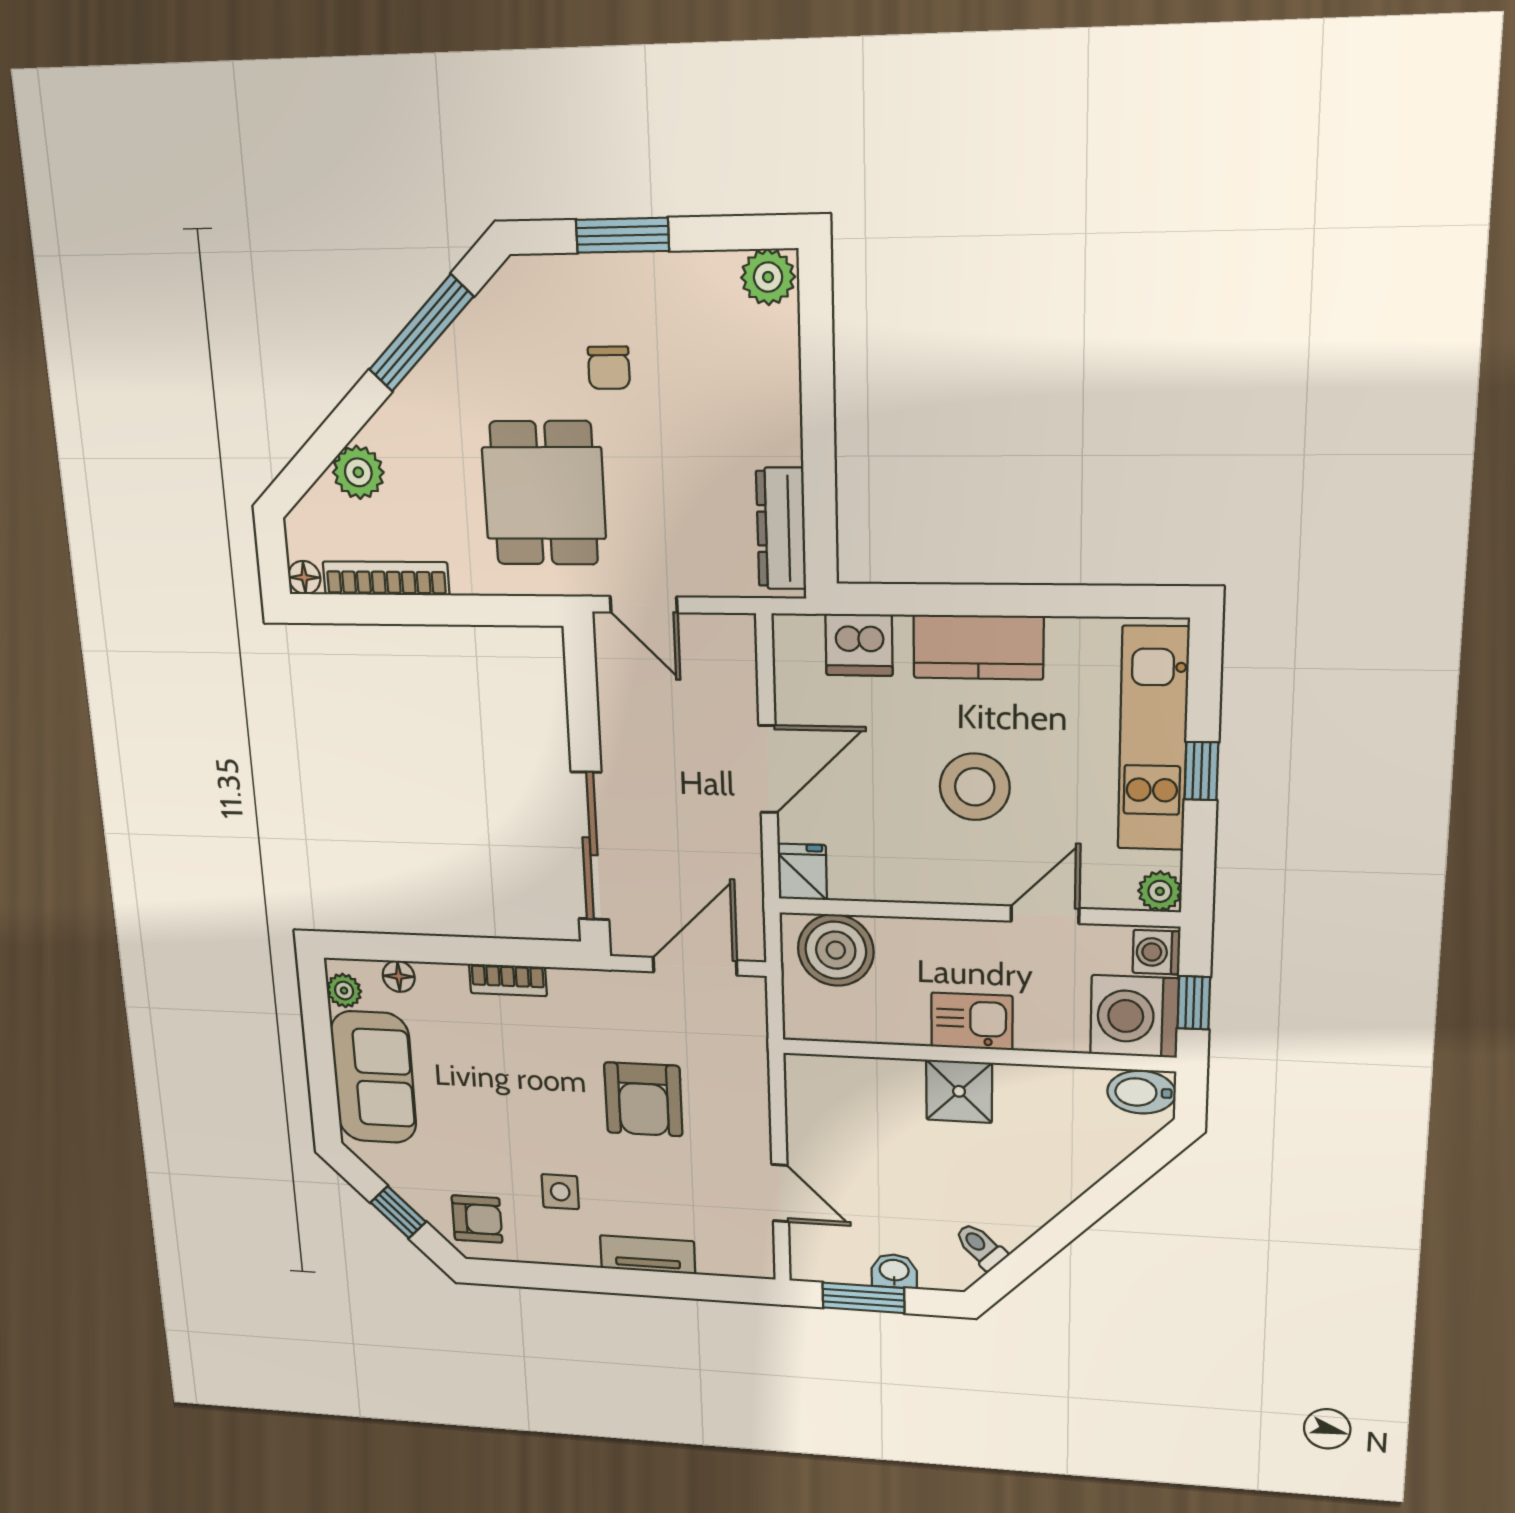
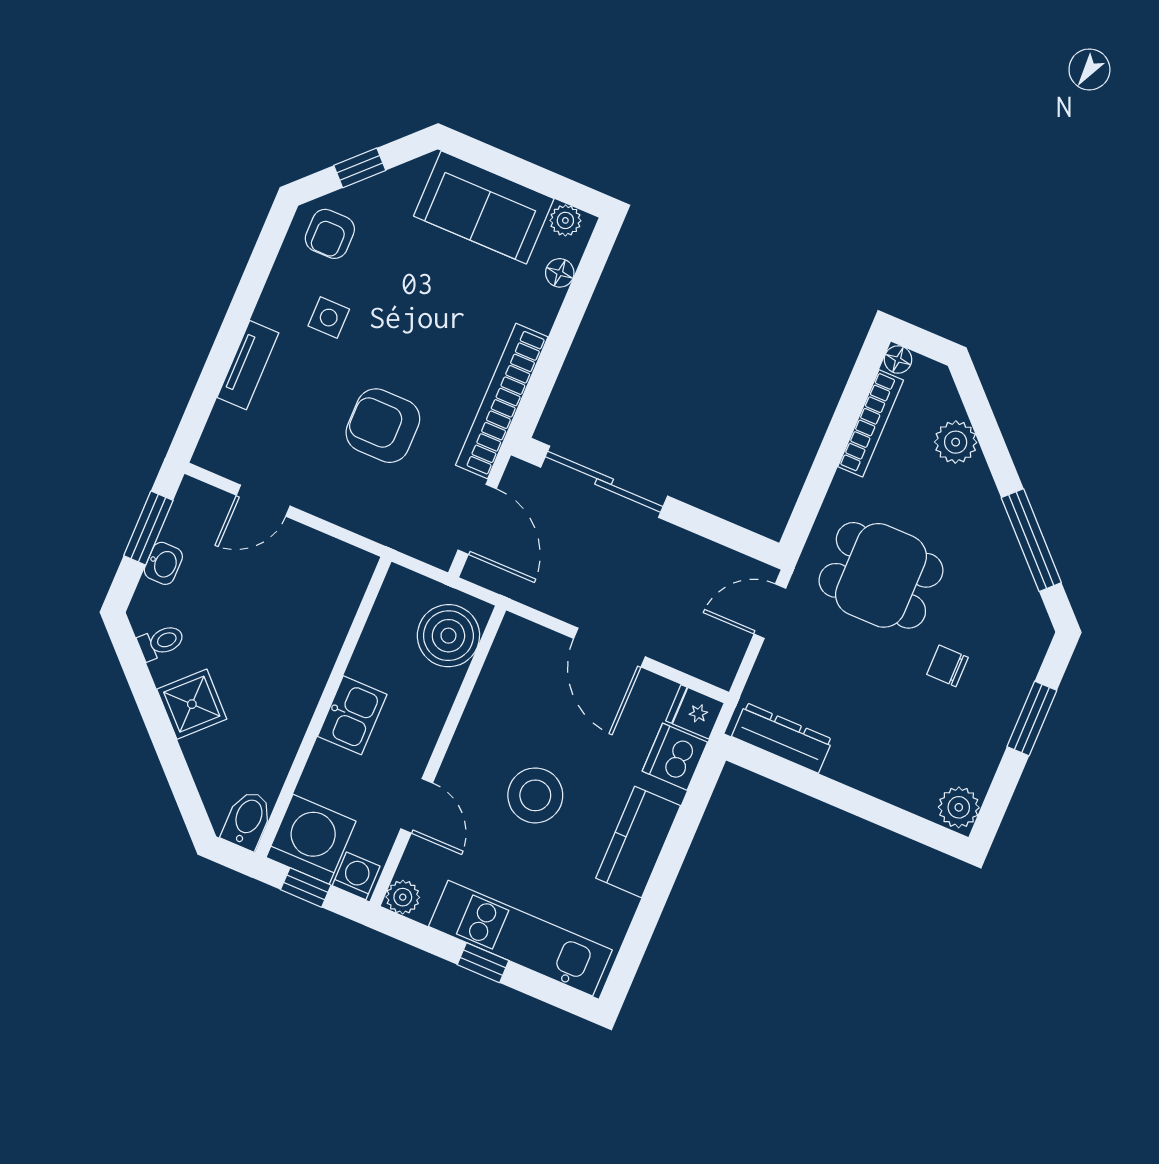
fridge: (802, 872) -> (695, 712), moved, turned 180
bookcase: (508, 980) -> (502, 401), width x2.31, depth x1.31
shower: (959, 1091) -> (192, 704), moved, turned 45

